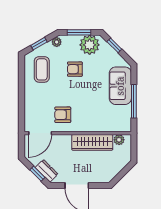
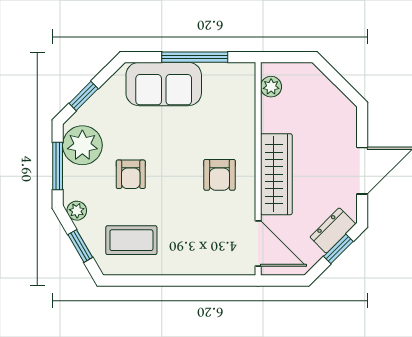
armchair: (63, 115) -> (220, 175), moved
wardrobe: (92, 142) -> (276, 174), moved

